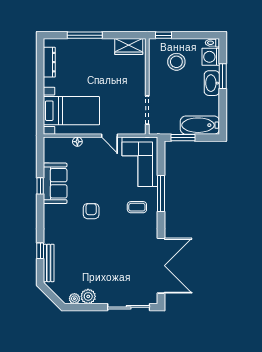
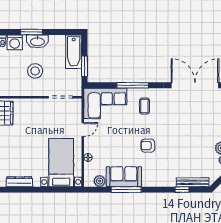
stool: (176, 62) -> (35, 71), moved
plant: (50, 155) -> (100, 181), added
window: (40, 186) -> (126, 190), width x2.17

